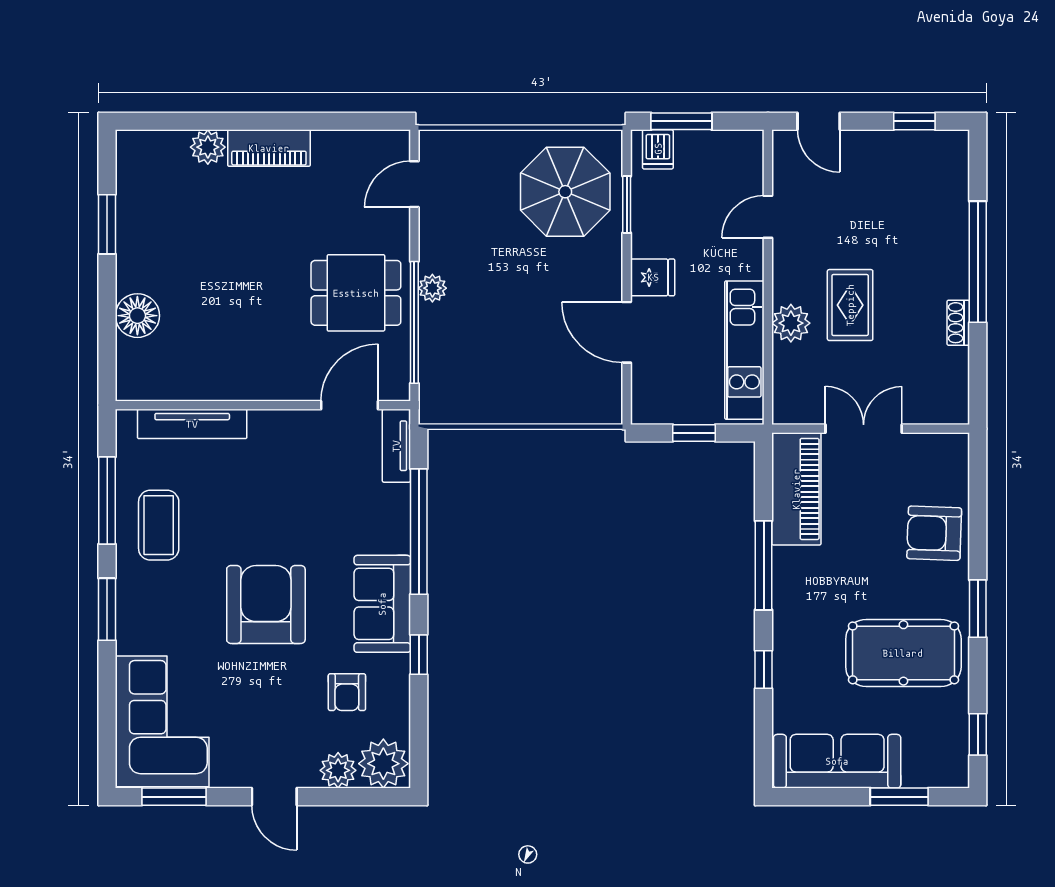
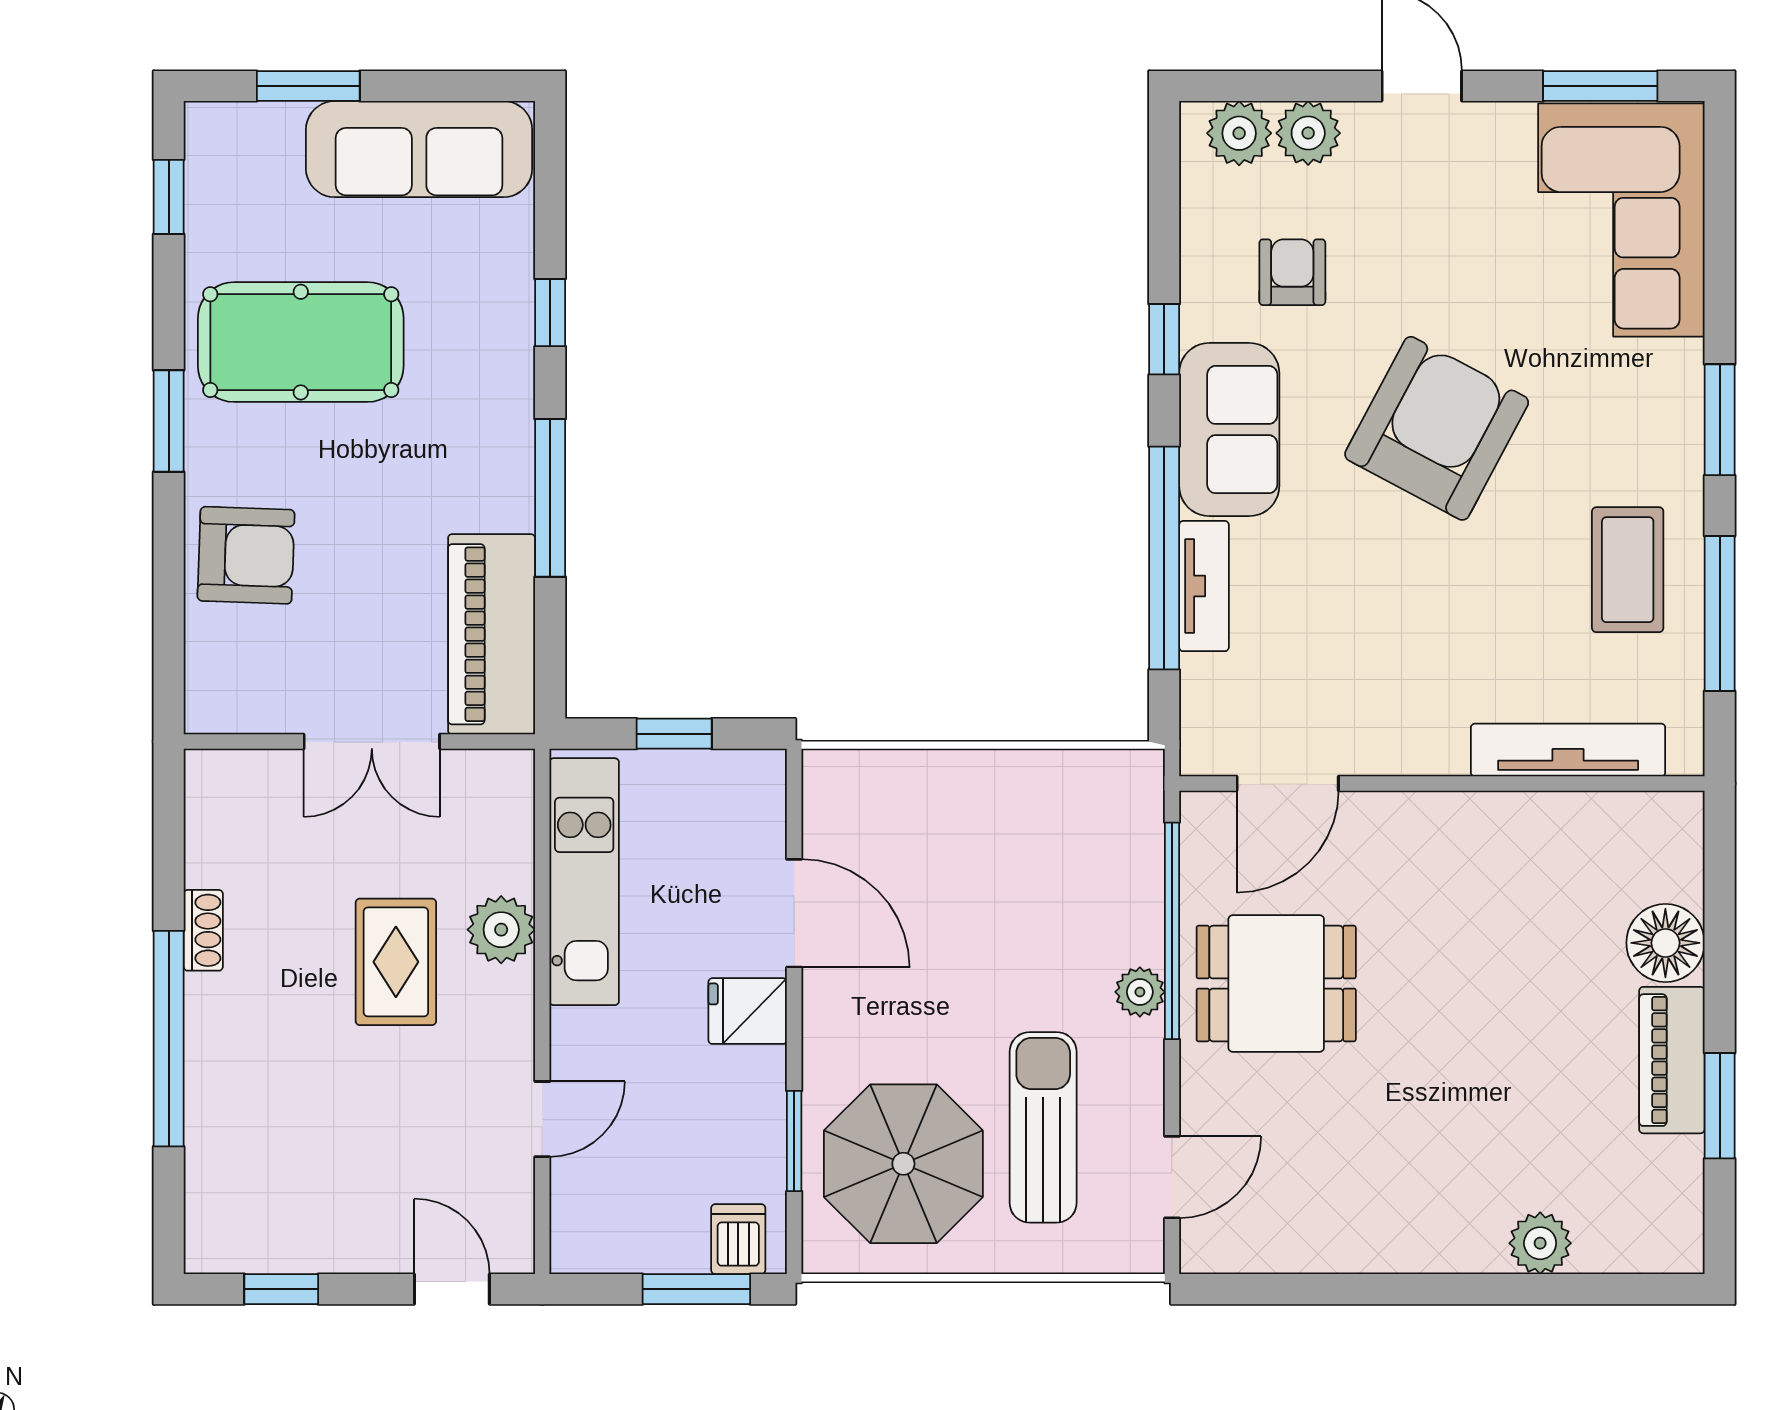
piano: (269, 148) -> (1672, 1060), moved, turned -90
sun lounger: (487, 212) -> (1043, 1127), added
tv unit: (396, 446) -> (1204, 586), moved
armchair: (266, 604) -> (1437, 428), turned -152
plant: (383, 764) -> (1239, 133), width x0.73, depth x0.73

